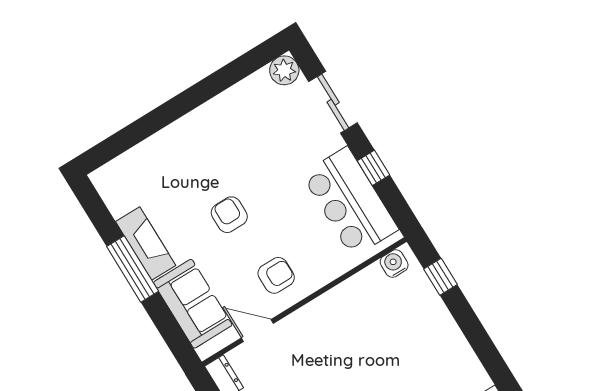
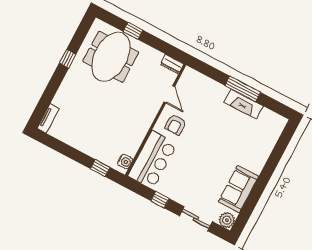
bar counter: (350, 202) -> (153, 160), moved, turned 90
armchair: (229, 215) -> (213, 140), removed
sofa: (193, 304) -> (238, 189), moved, turned 90
door: (257, 331) -> (169, 94), hinge flipped

